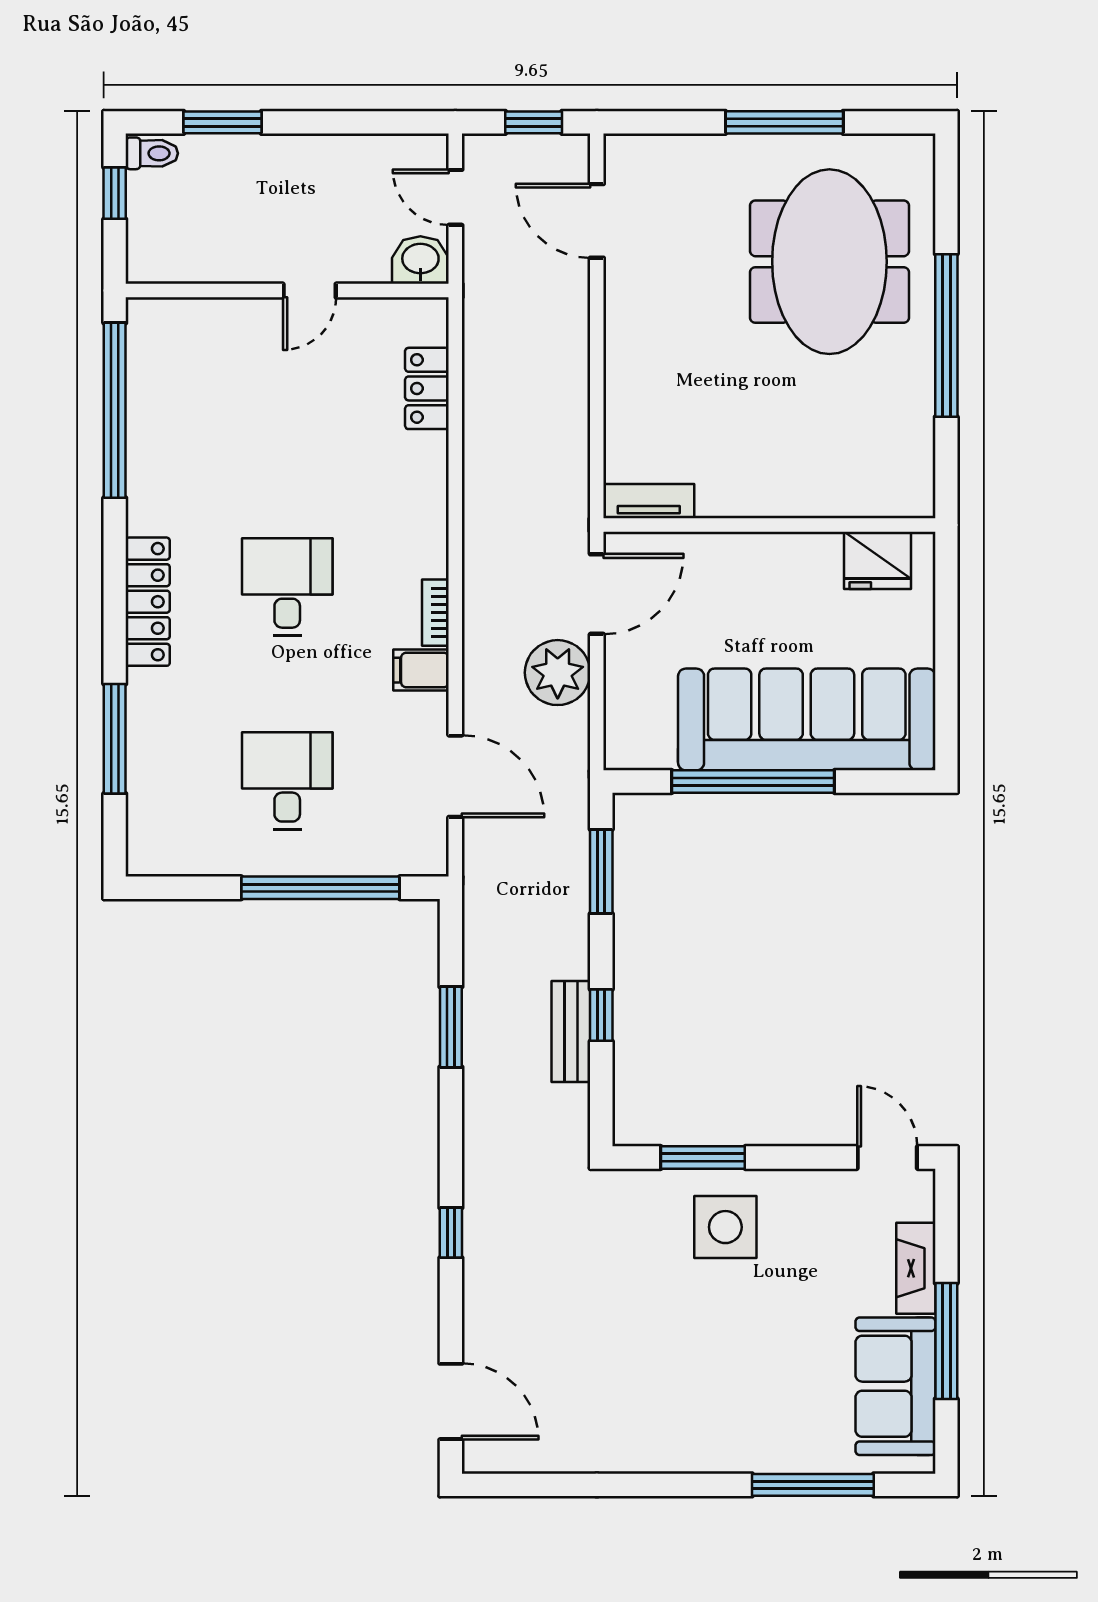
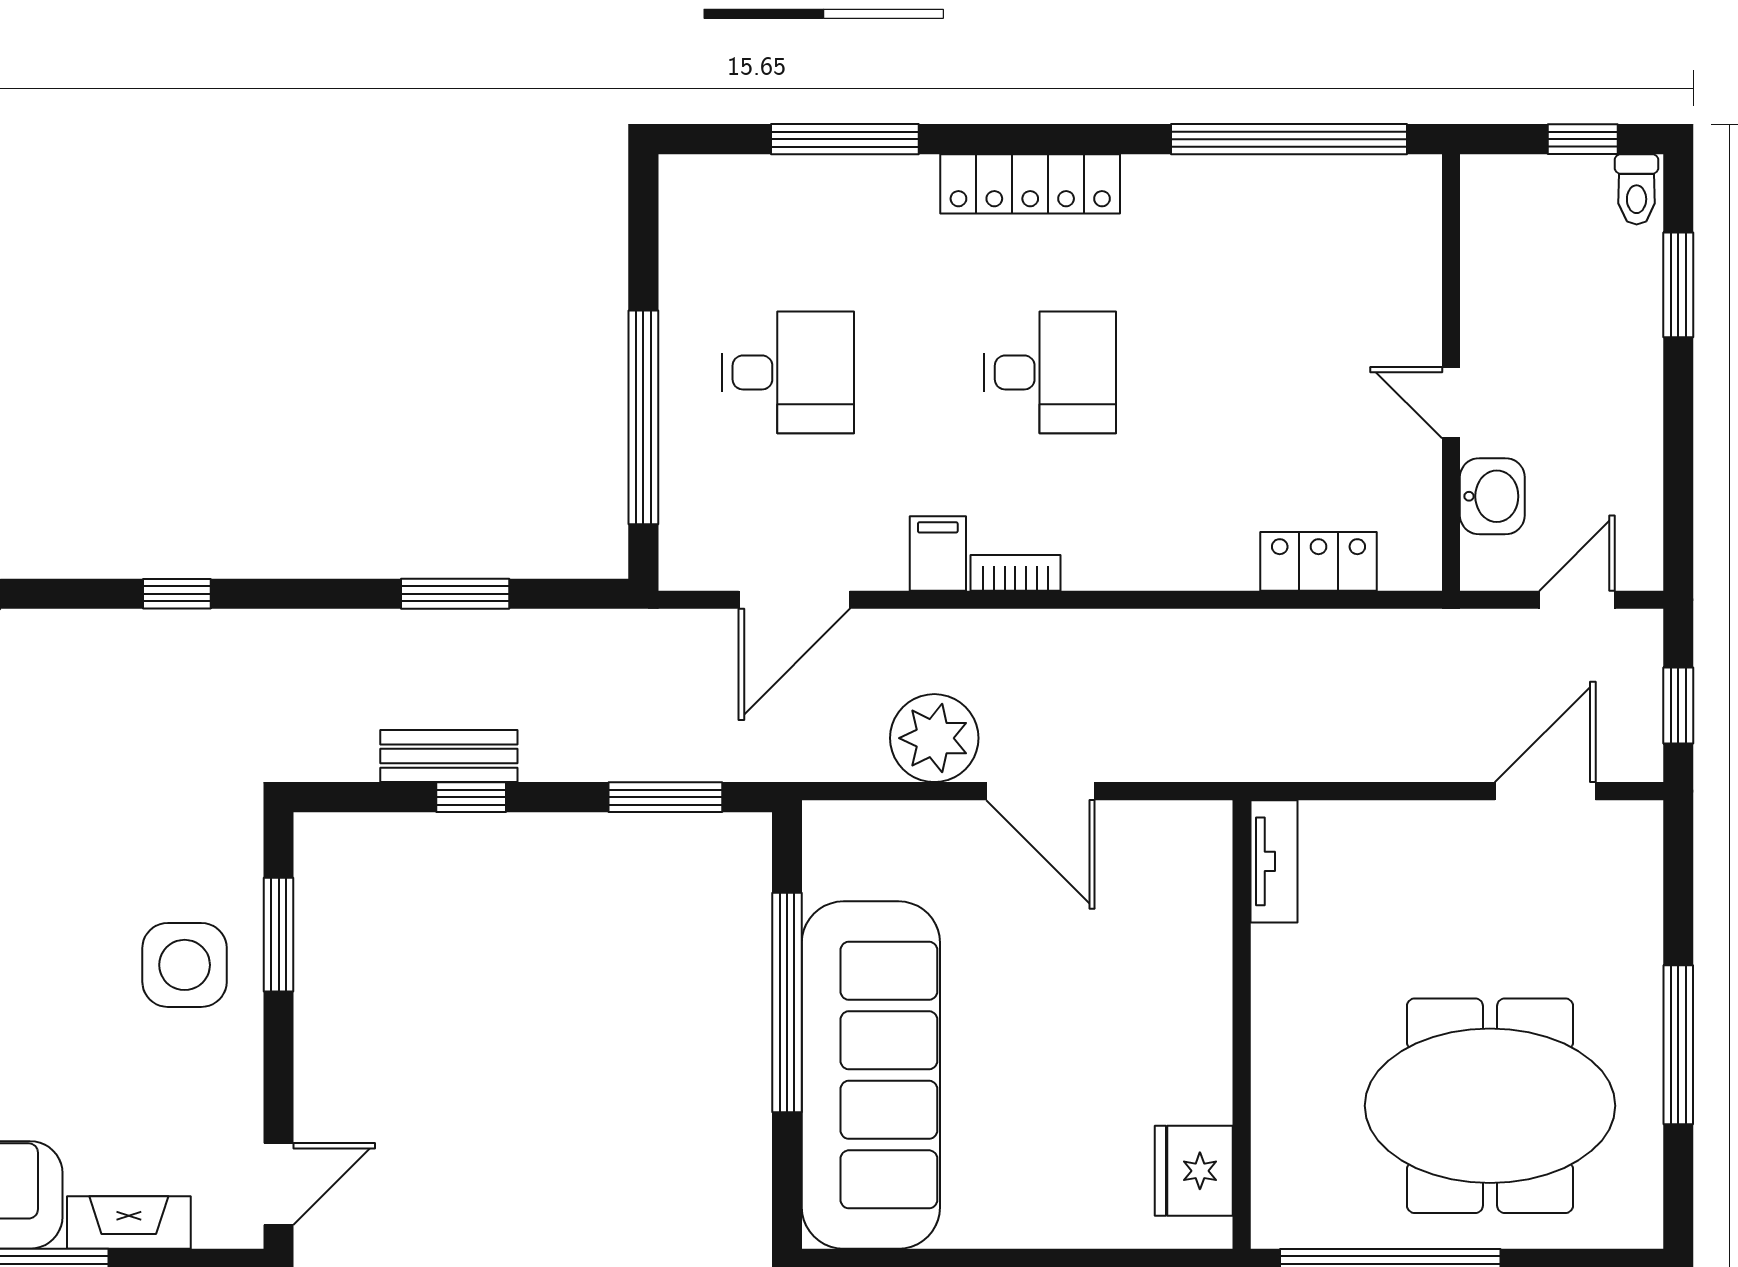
washbasin: (420, 260) -> (1492, 496), moved
tv unit: (649, 501) -> (1274, 861), moved
wall: (769, 525) -> (1242, 1024), moved
fridge: (878, 560) -> (1194, 1171), moved

